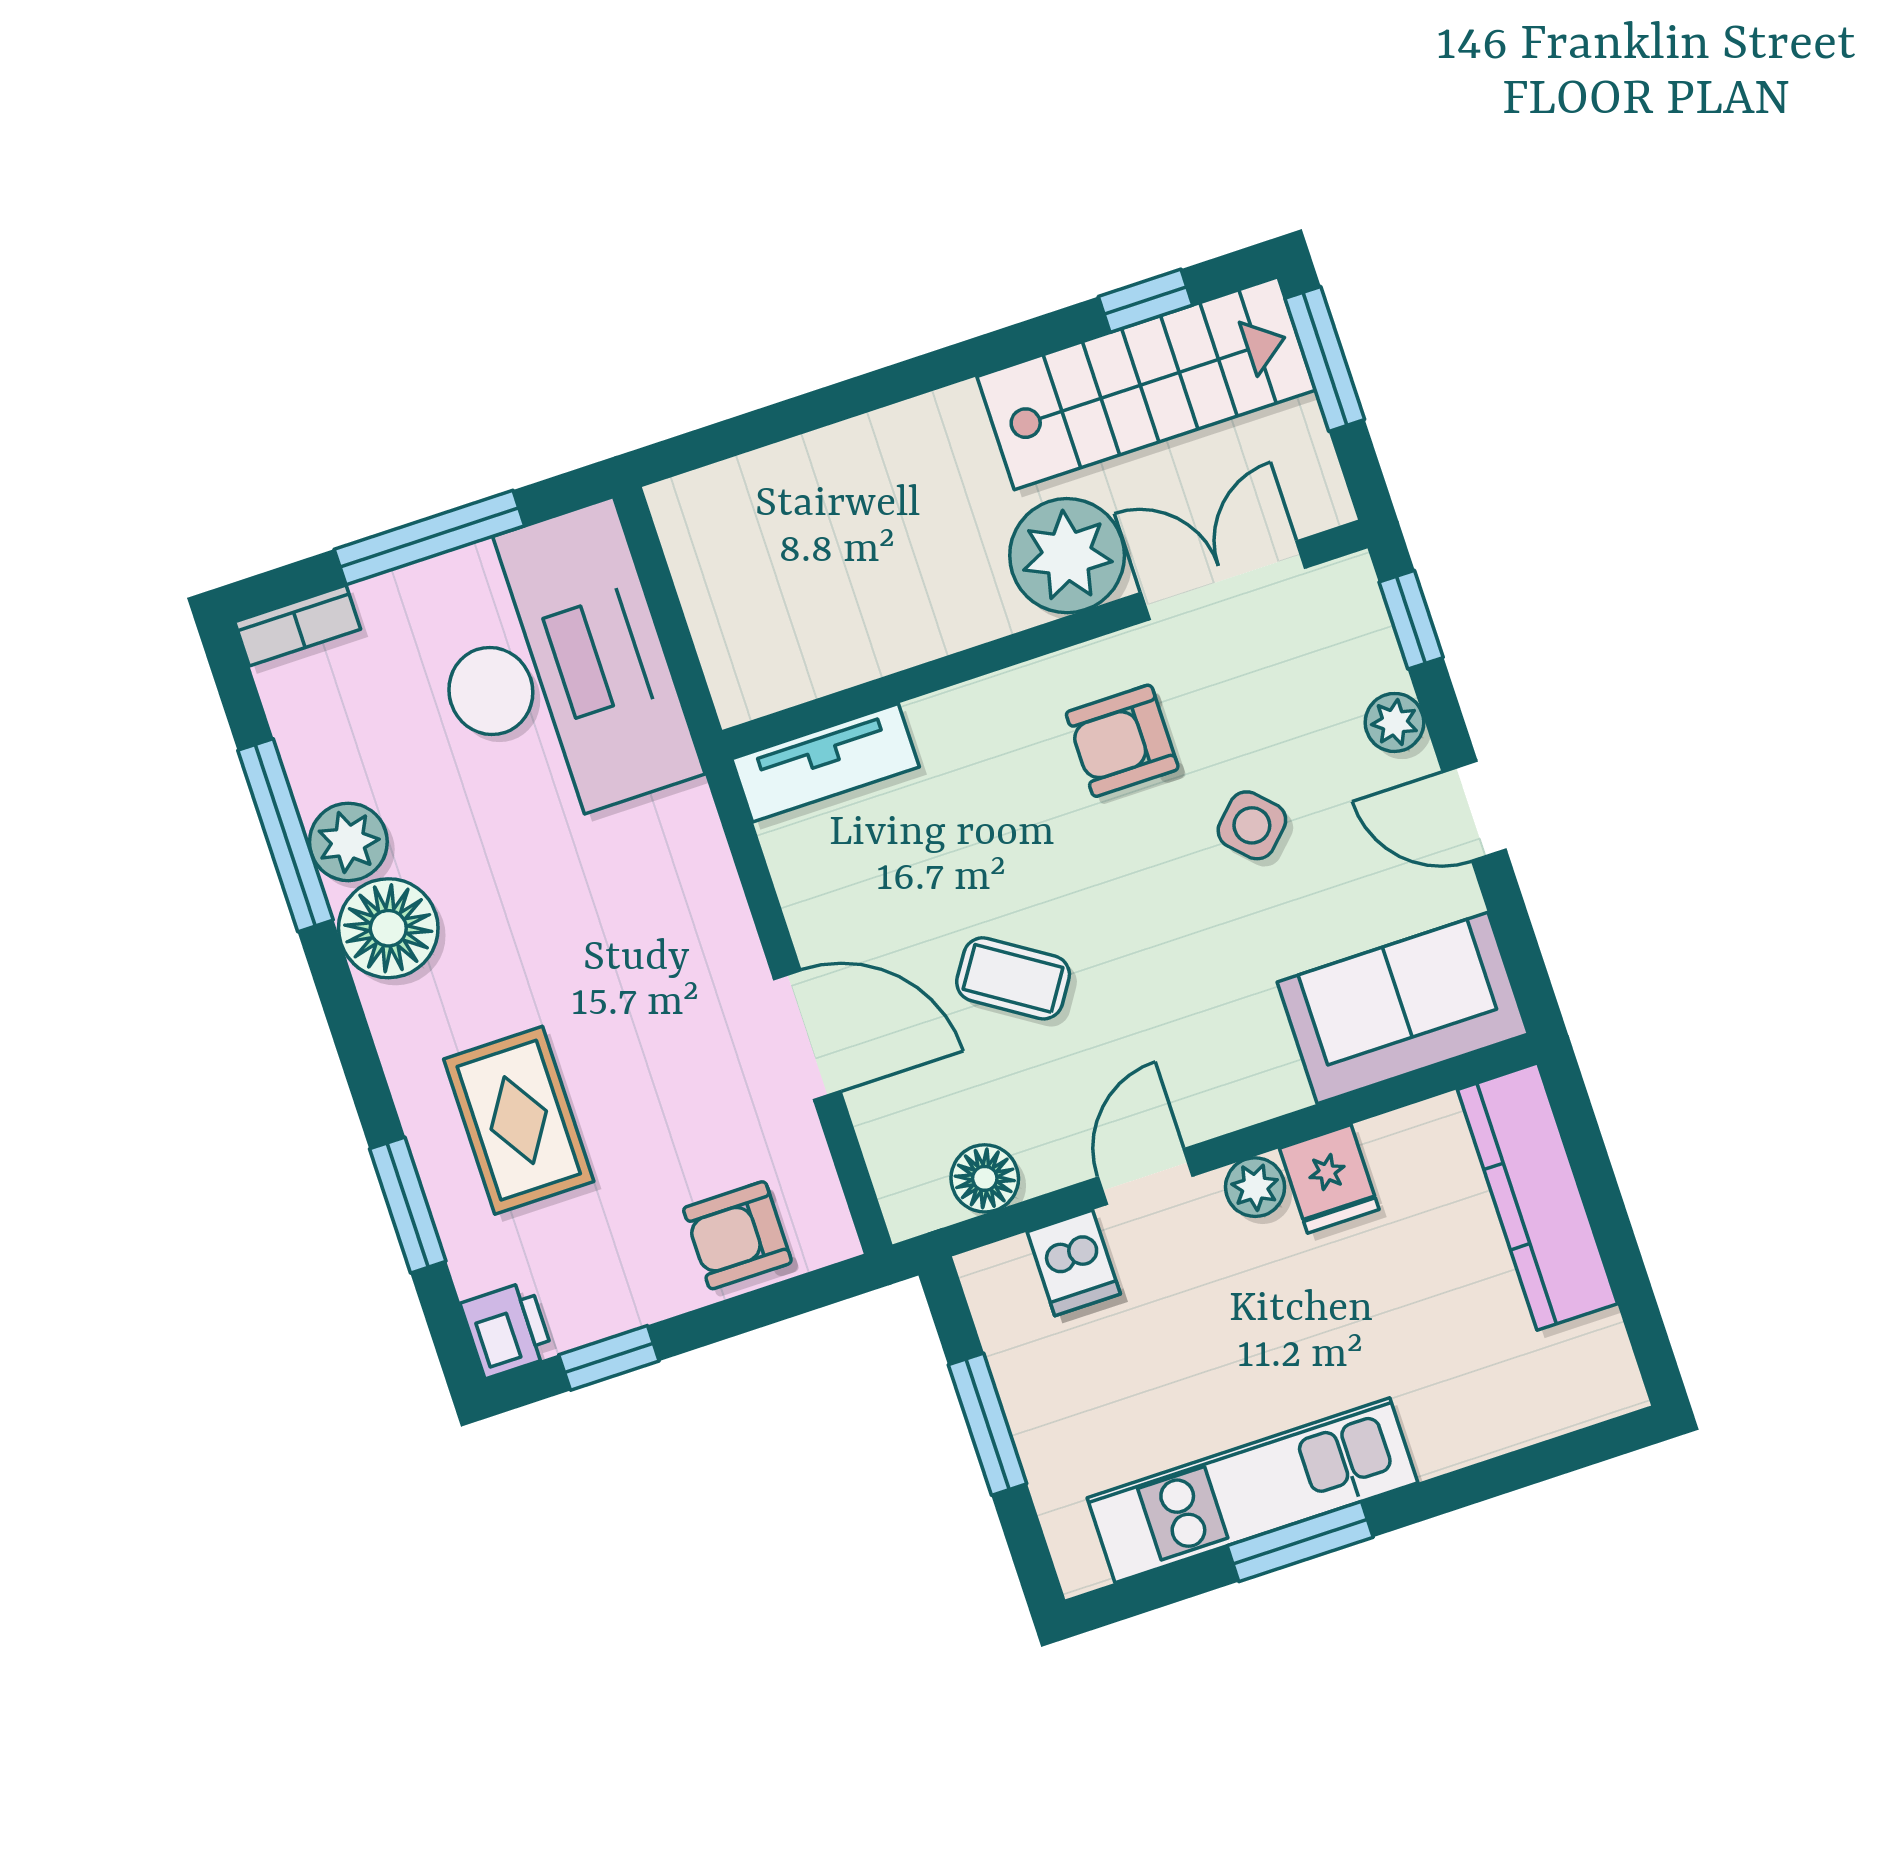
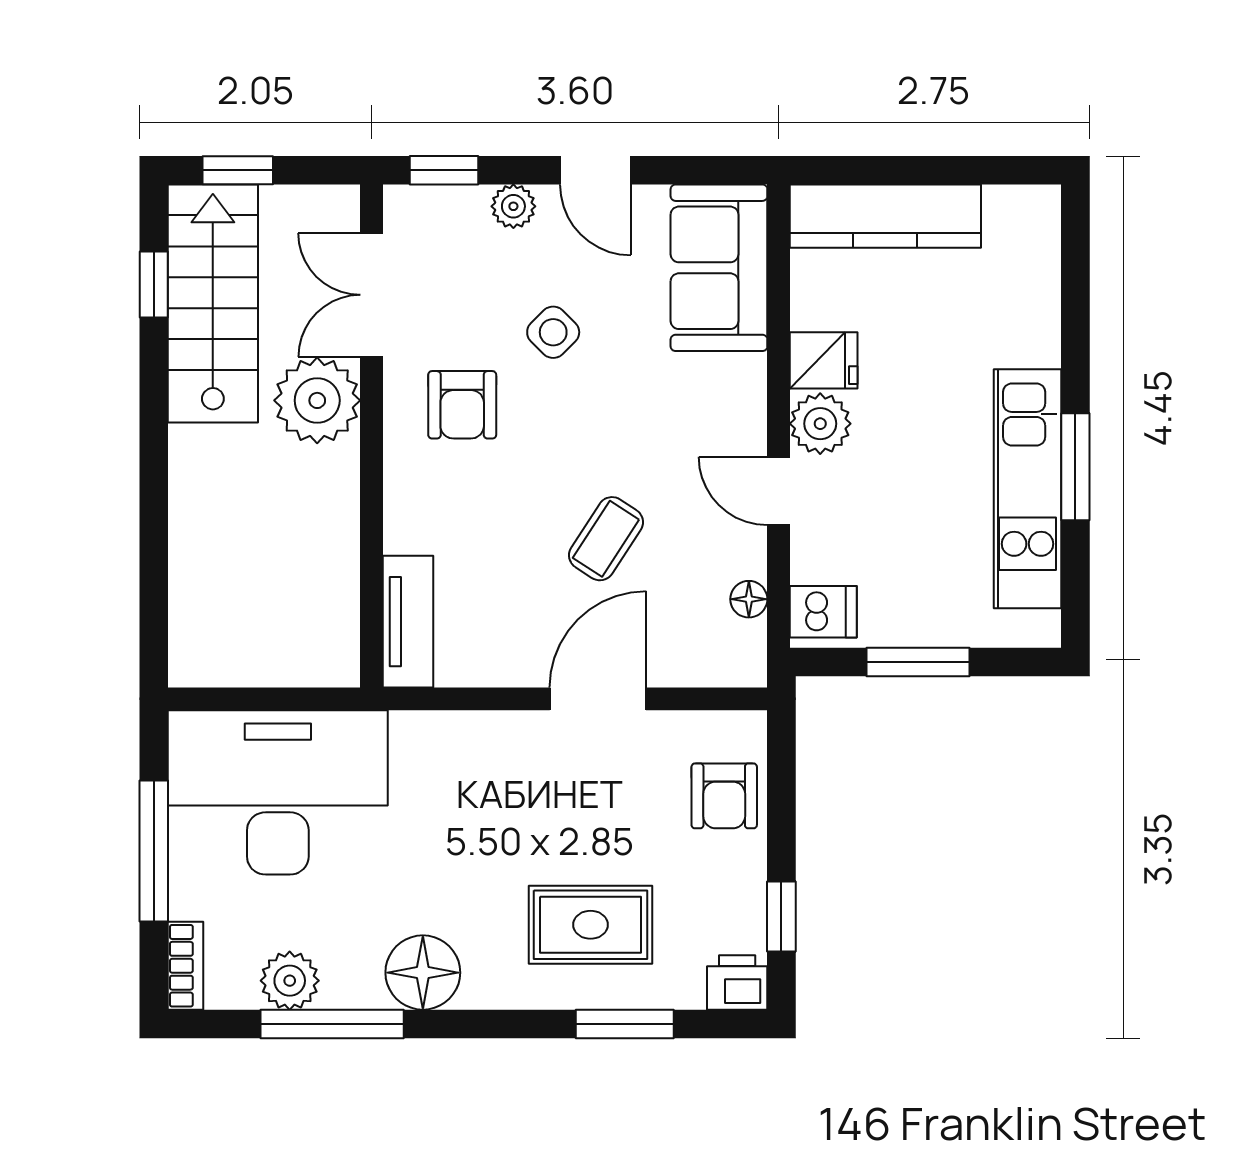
window: (1325, 359) -> (238, 170), width x0.67
door: (1474, 811) -> (595, 170), hinge flipped
plant: (348, 842) -> (290, 981), moved
floor lamp: (985, 1178) -> (749, 599), width x0.73, depth x0.73
plant: (1255, 1187) -> (820, 424), width x1.38, depth x1.38
dishwasher: (1074, 1263) -> (823, 612), moved

